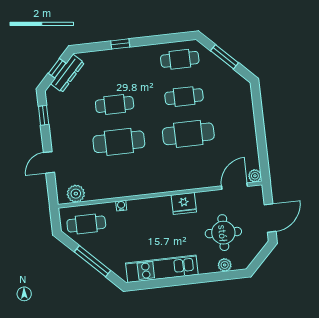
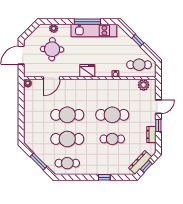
cafe table: (184, 97) -> (67, 139), width x1.37, depth x1.35
window: (44, 115) -> (158, 125), moved
dresser: (55, 118) -> (151, 135), added
door: (234, 186) -> (52, 78), moved
fridge: (184, 203) -> (87, 71), moved
window: (92, 261) -> (138, 40), width x0.46
window: (174, 281) -> (87, 22), added

